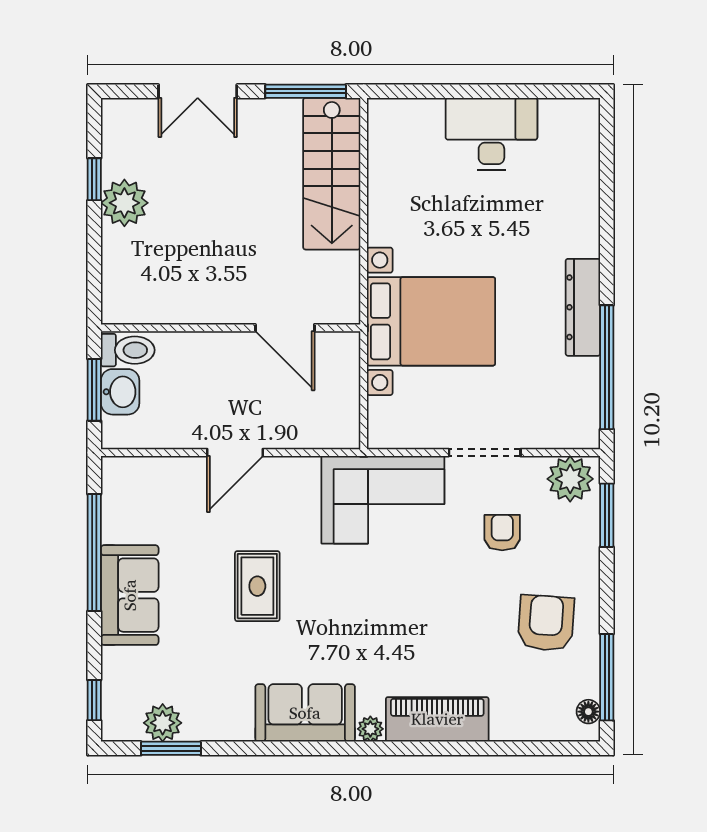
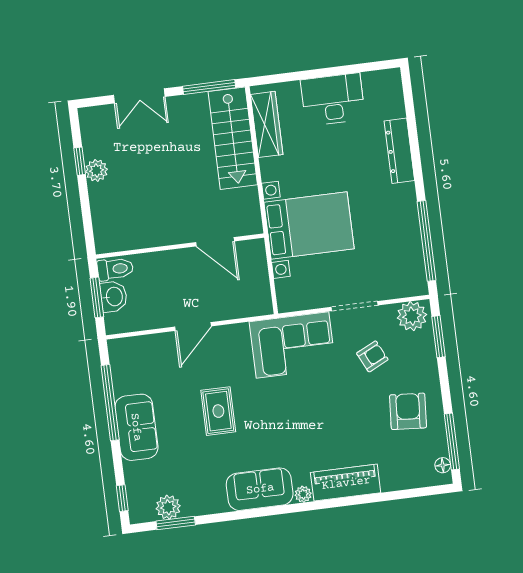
wardrobe: (386, 159) -> (267, 124), added
plant: (124, 203) -> (96, 170), width x0.73, depth x0.73
dresser: (583, 307) -> (399, 151), moved
armchair: (502, 533) -> (372, 356), turned 64

